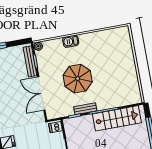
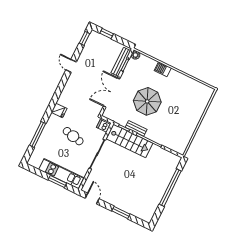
stairs: (117, 118) -> (129, 141), moved

